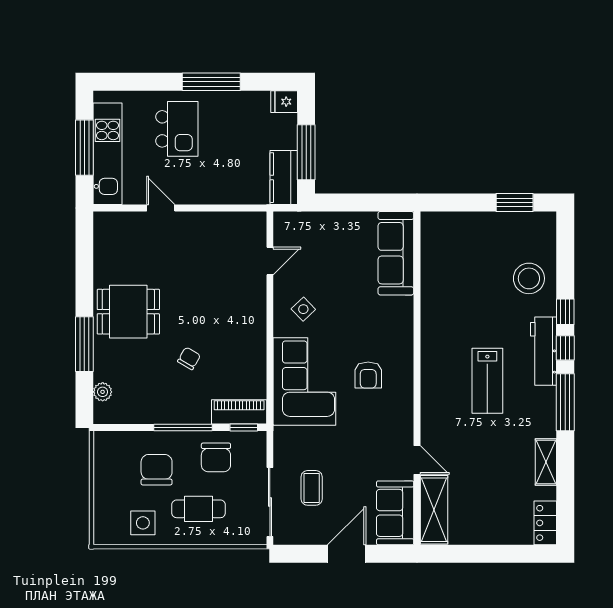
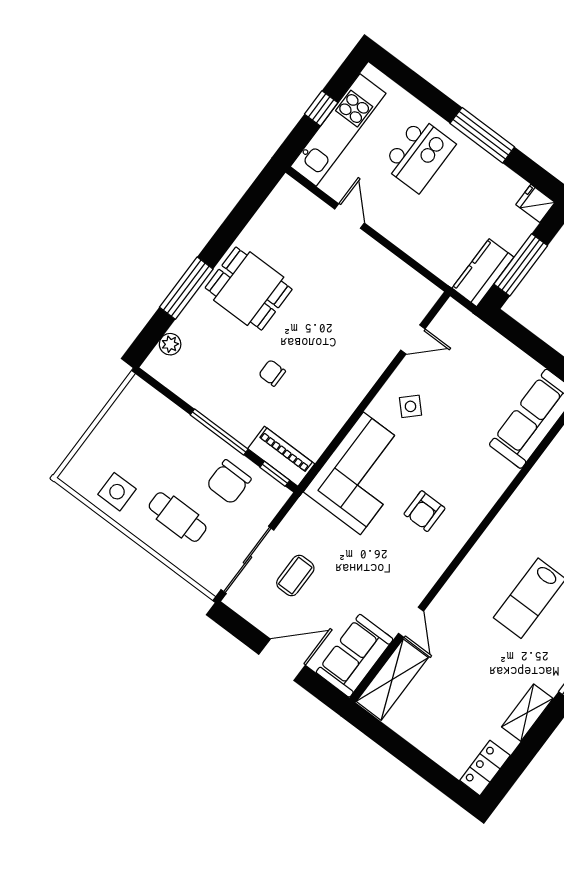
window: (84, 148) -> (321, 108), width x0.46
chair: (189, 358) -> (272, 373), turned -120
chair: (157, 470) -> (166, 452), removed

